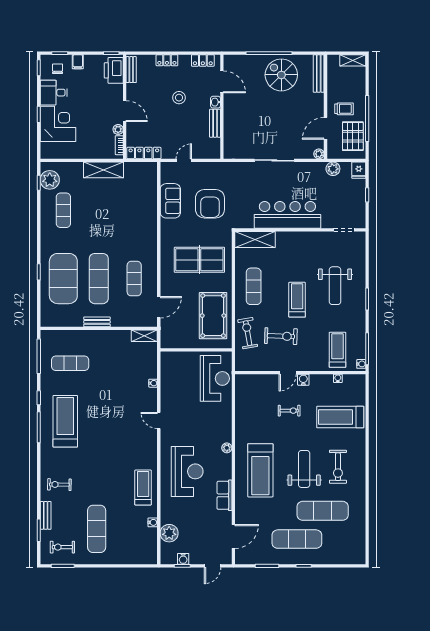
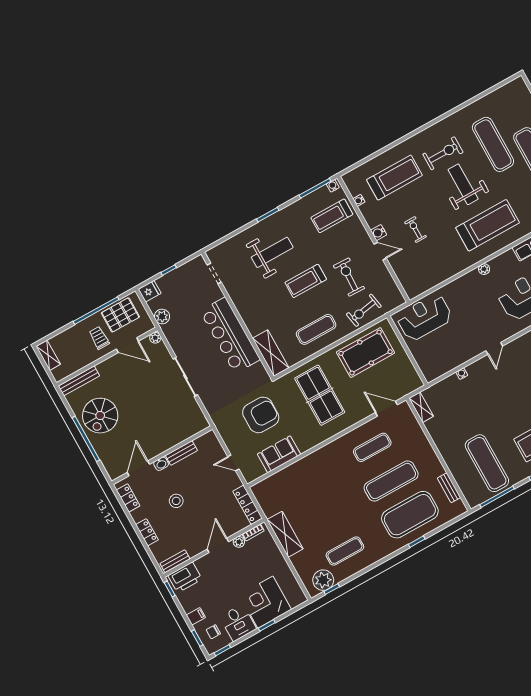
bench: (97, 322) -> (449, 488), moved
exercise mat: (70, 363) -> (487, 463), width x1.36, depth x1.45
treadmill: (340, 417) -> (394, 178), turned -90
weight bench: (304, 469) -> (463, 184), turned 90

